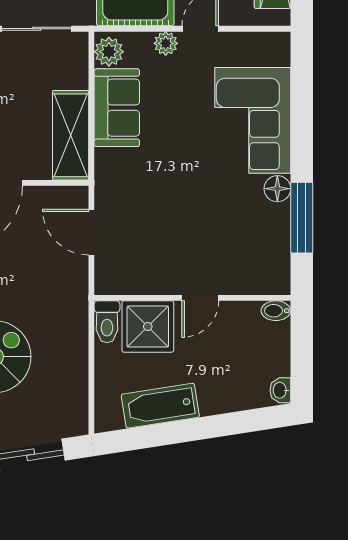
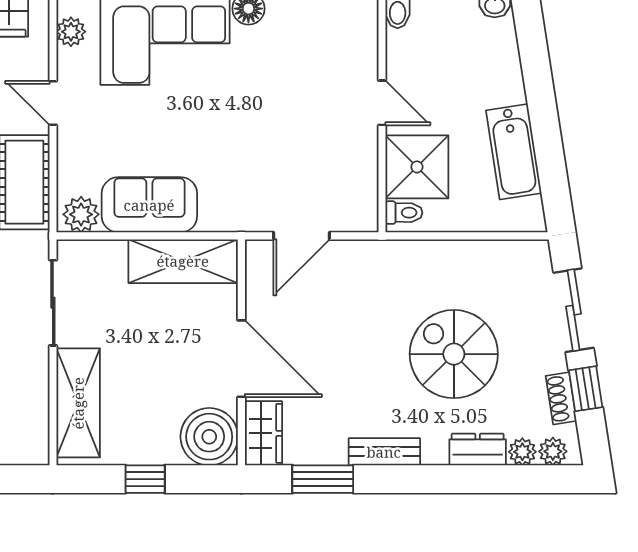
plant: (166, 43) -> (71, 32), moved
toilet: (107, 322) -> (404, 213), width x0.73, depth x0.72

